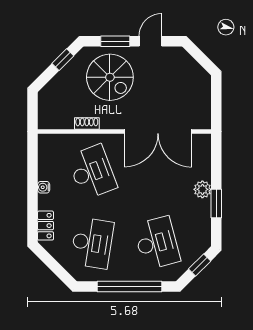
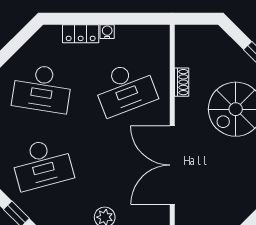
locker: (45, 226) -> (81, 34), moved

